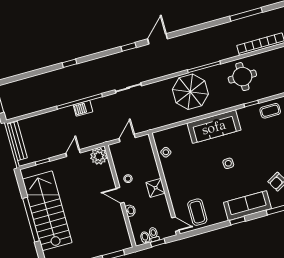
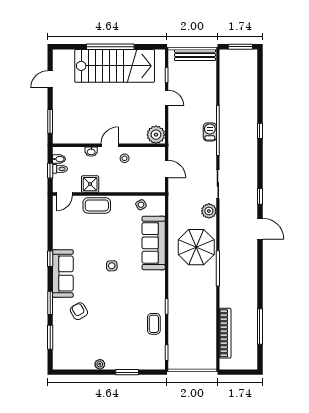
round table: (242, 77) -> (197, 305), removed
plant: (155, 89) -> (209, 211), added
sofa: (214, 127) -> (154, 243), moved
door: (73, 153) -> (167, 98), moved
shower: (156, 188) -> (90, 184), moved
coffee table: (197, 212) -> (97, 205), moved

